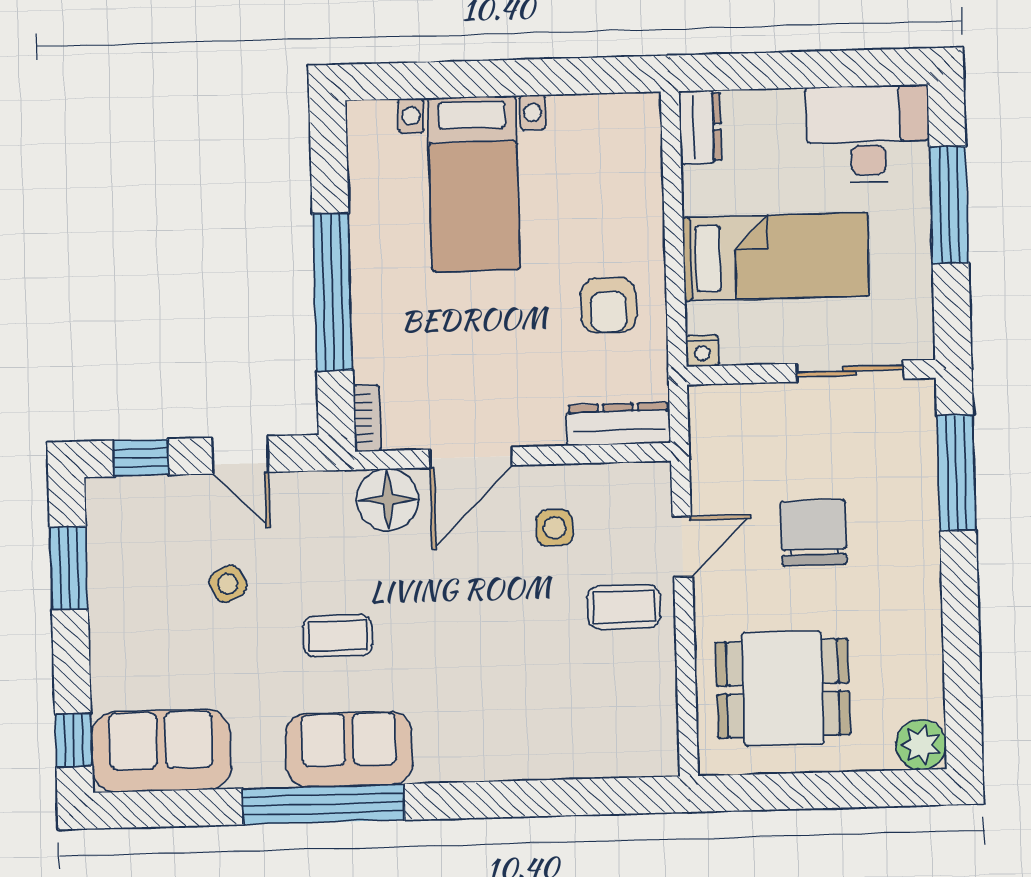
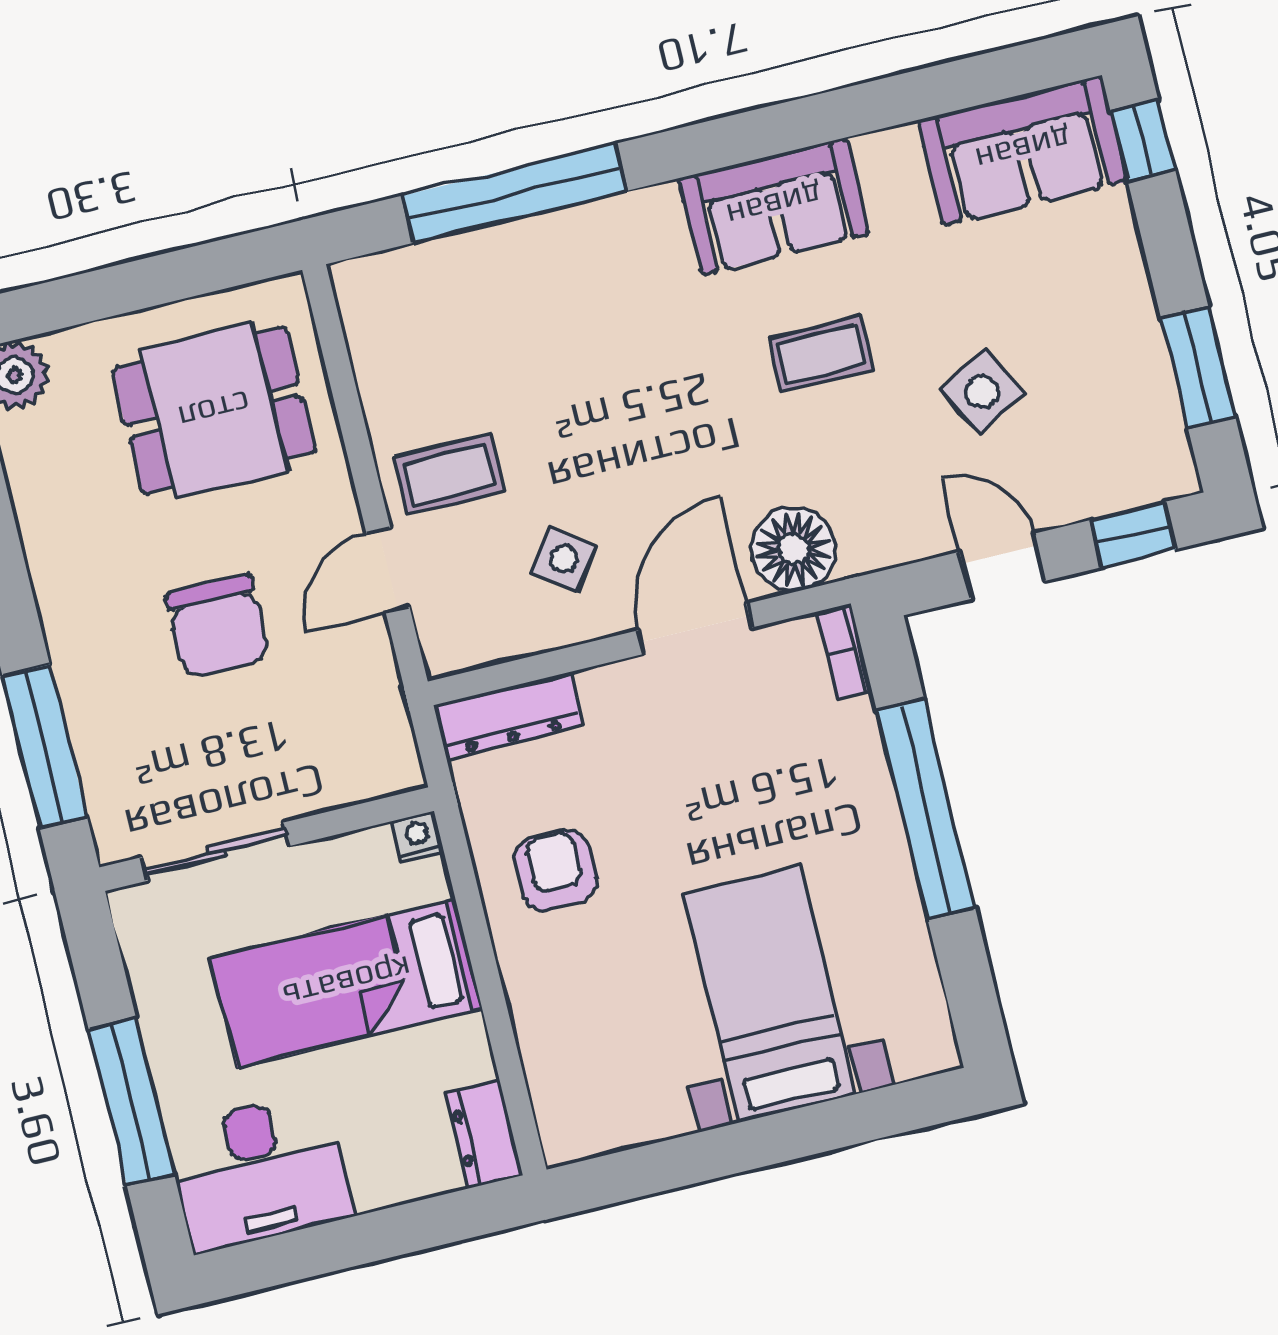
side table: (555, 528) -> (564, 559), turned 37
side table: (228, 584) -> (982, 391), width x1.37, depth x1.37
window: (323, 804) -> (514, 193), moved

